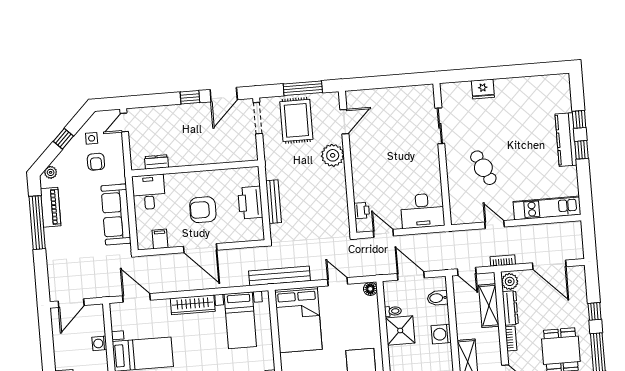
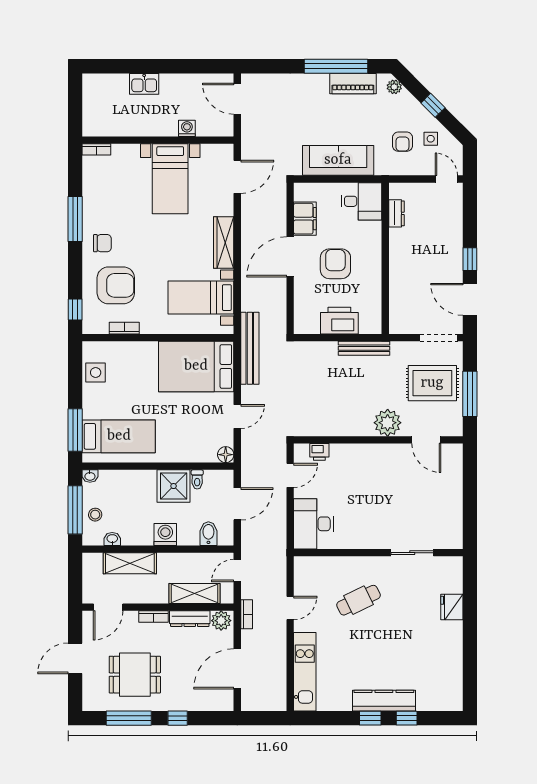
armchair: (96, 162) -> (402, 142), turned -90
bench: (274, 202) -> (364, 348), moved
filing cabinet: (160, 239) -> (305, 219), width x2.00

